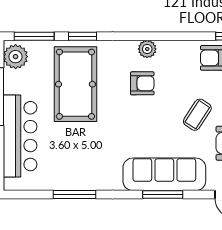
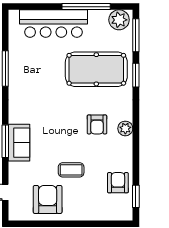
coffee table: (197, 115) -> (71, 170), turned -33
sofa: (164, 174) -> (19, 143), width x0.54, depth x0.79

